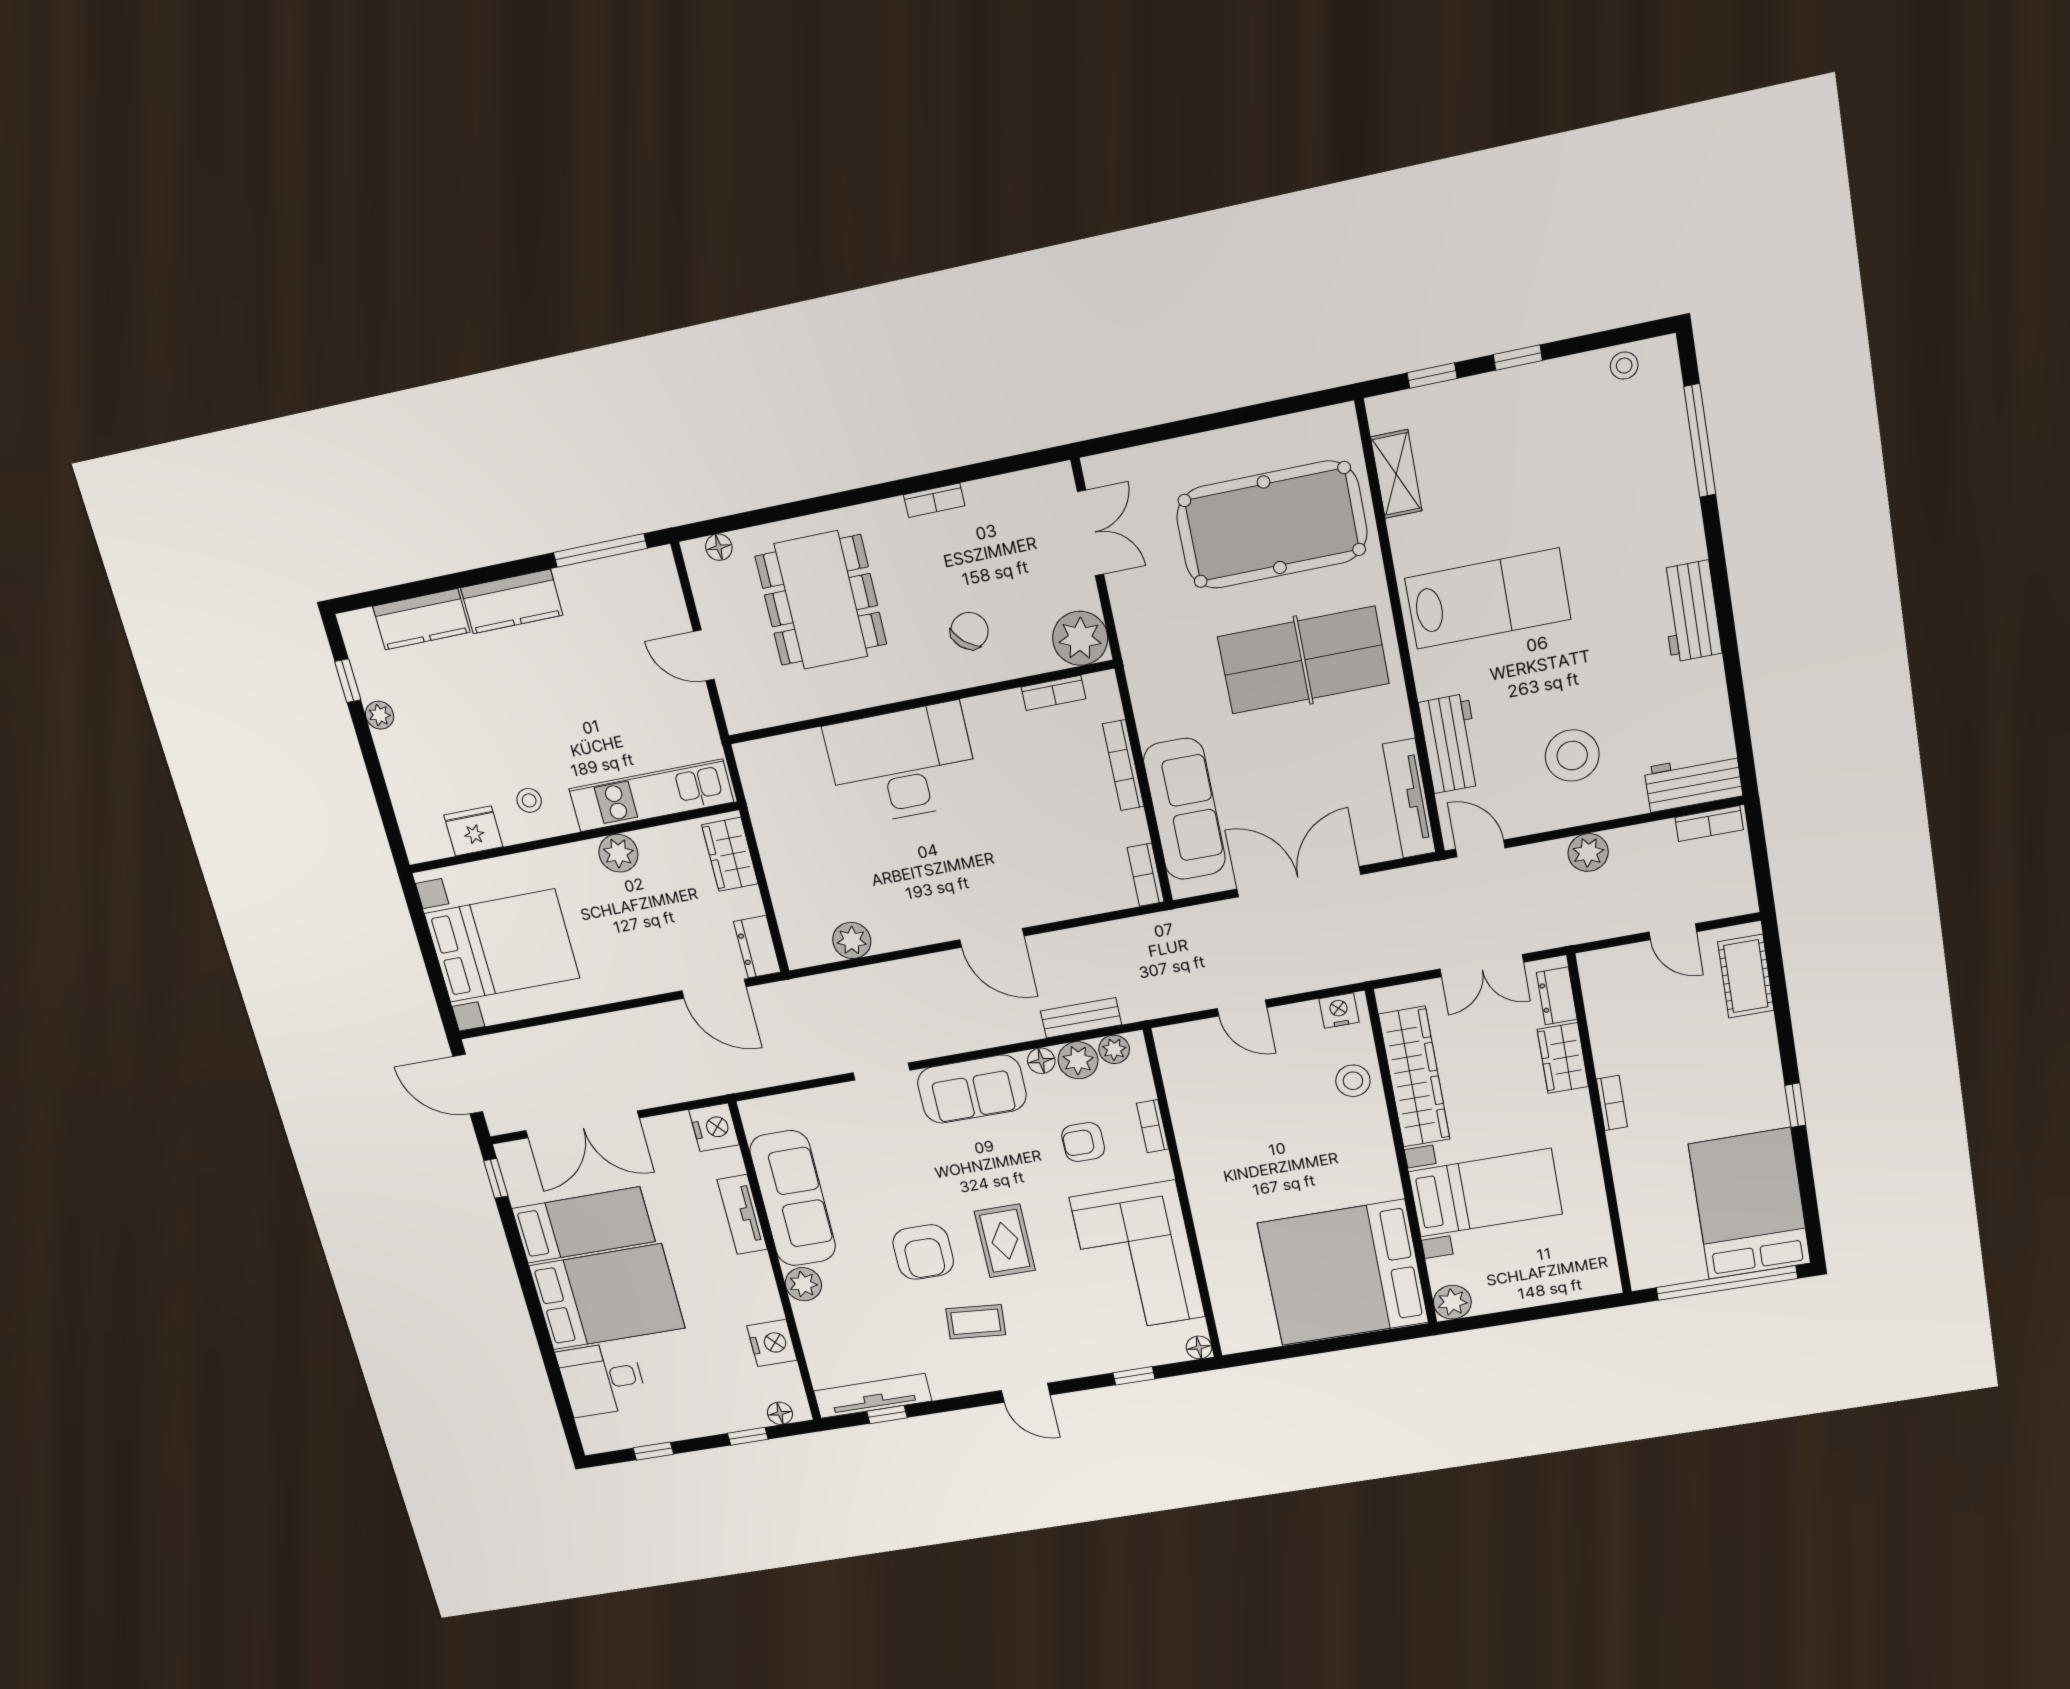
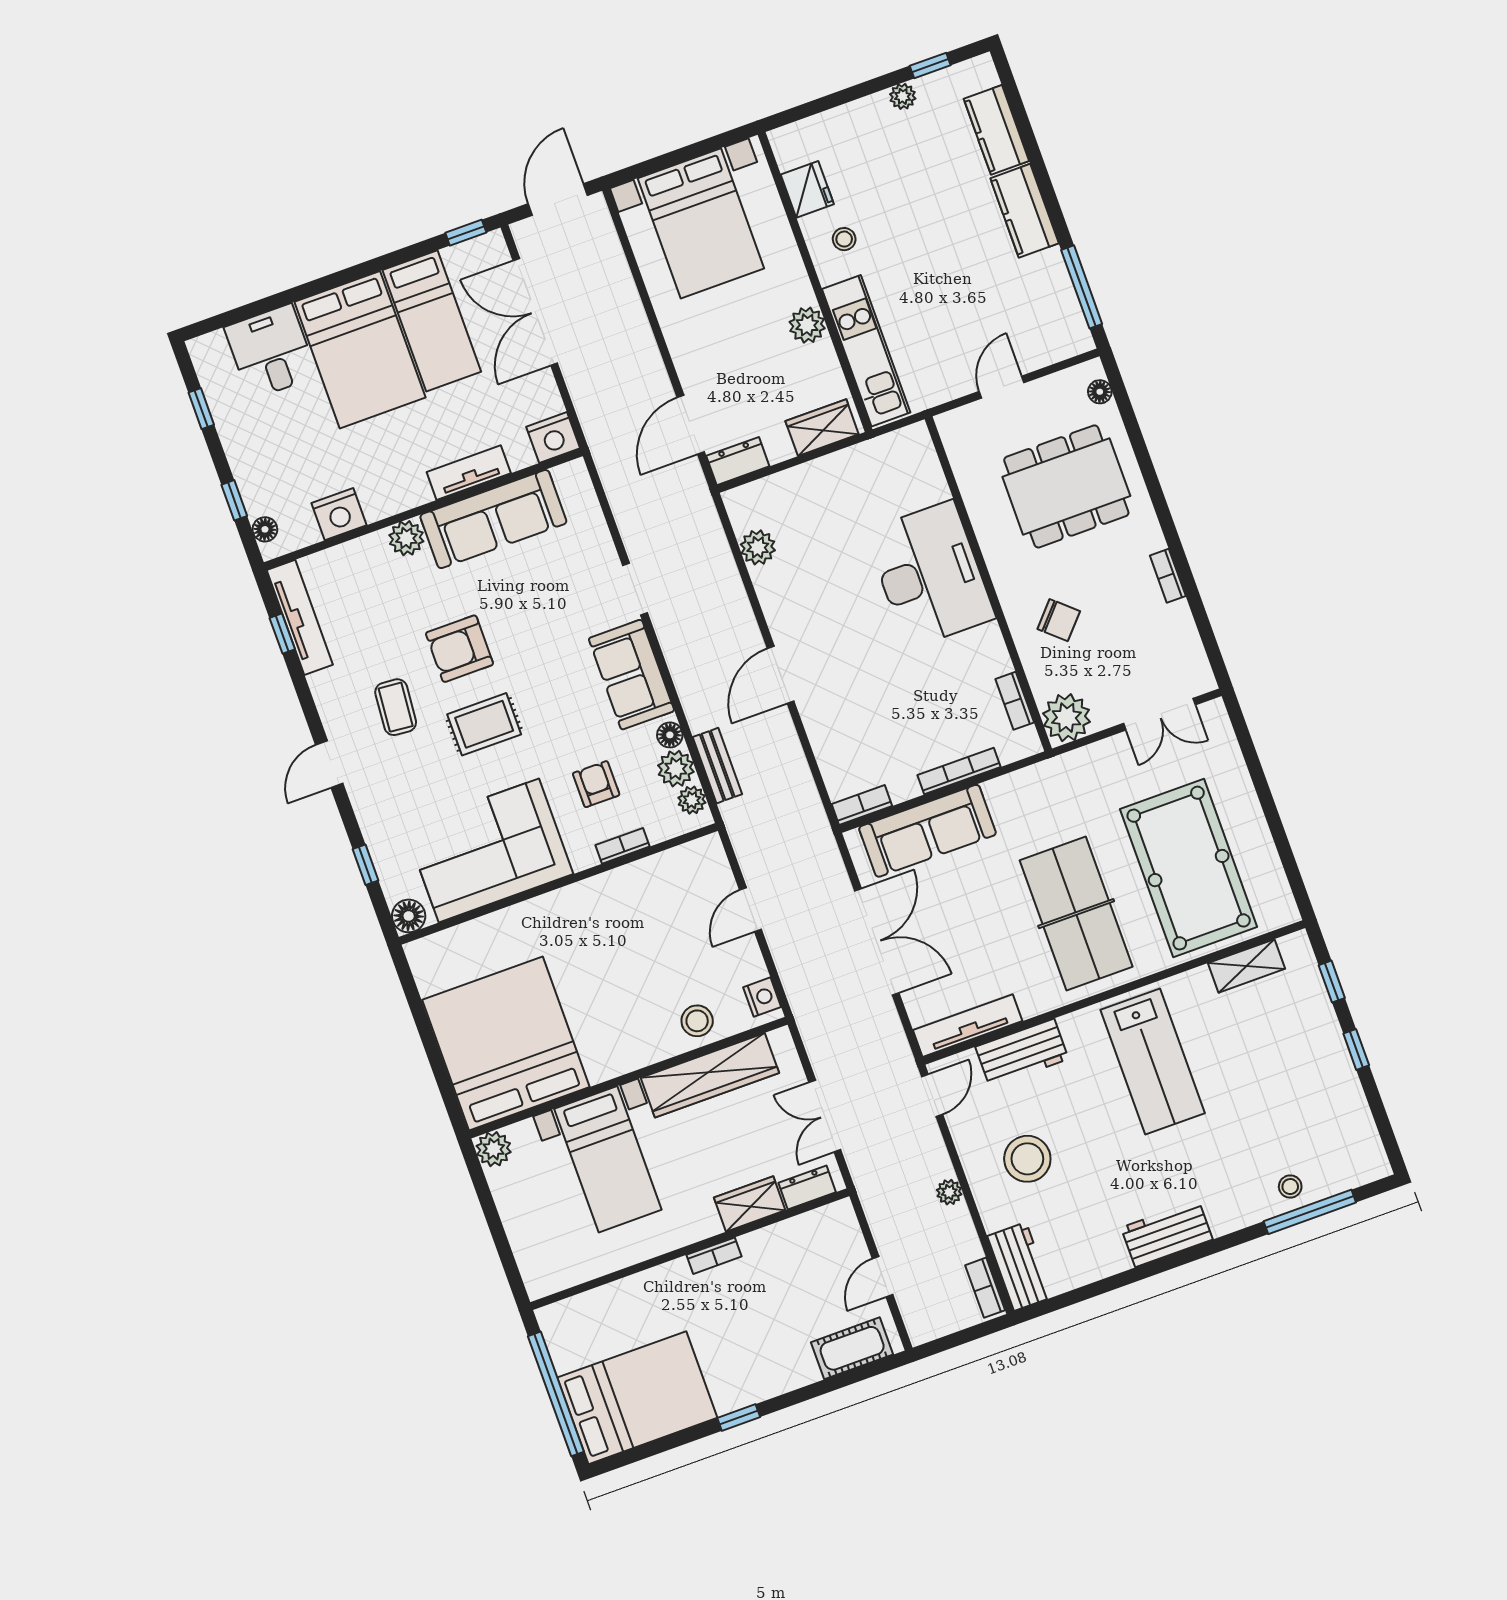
stool: (1624, 366) -> (1290, 1187), moved
plant: (1588, 852) -> (949, 1192), width x0.73, depth x0.73
floor lamp: (1199, 1347) -> (409, 916), width x1.37, depth x1.37

